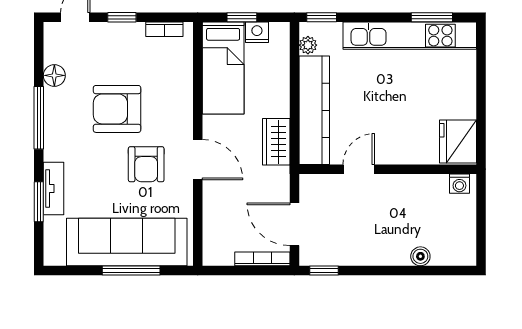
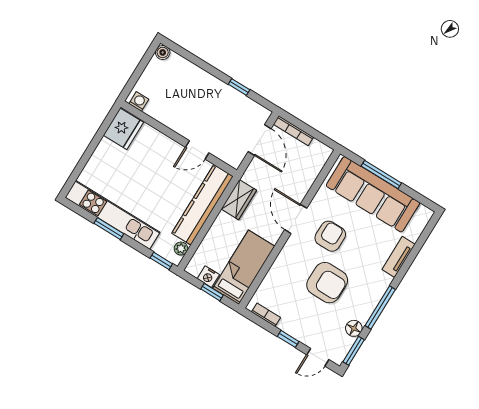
window: (432, 17) -> (109, 229), moved
window: (39, 202) -> (354, 351), moved
boiler: (420, 256) -> (163, 52), moved
window: (324, 270) -> (239, 87), moved

